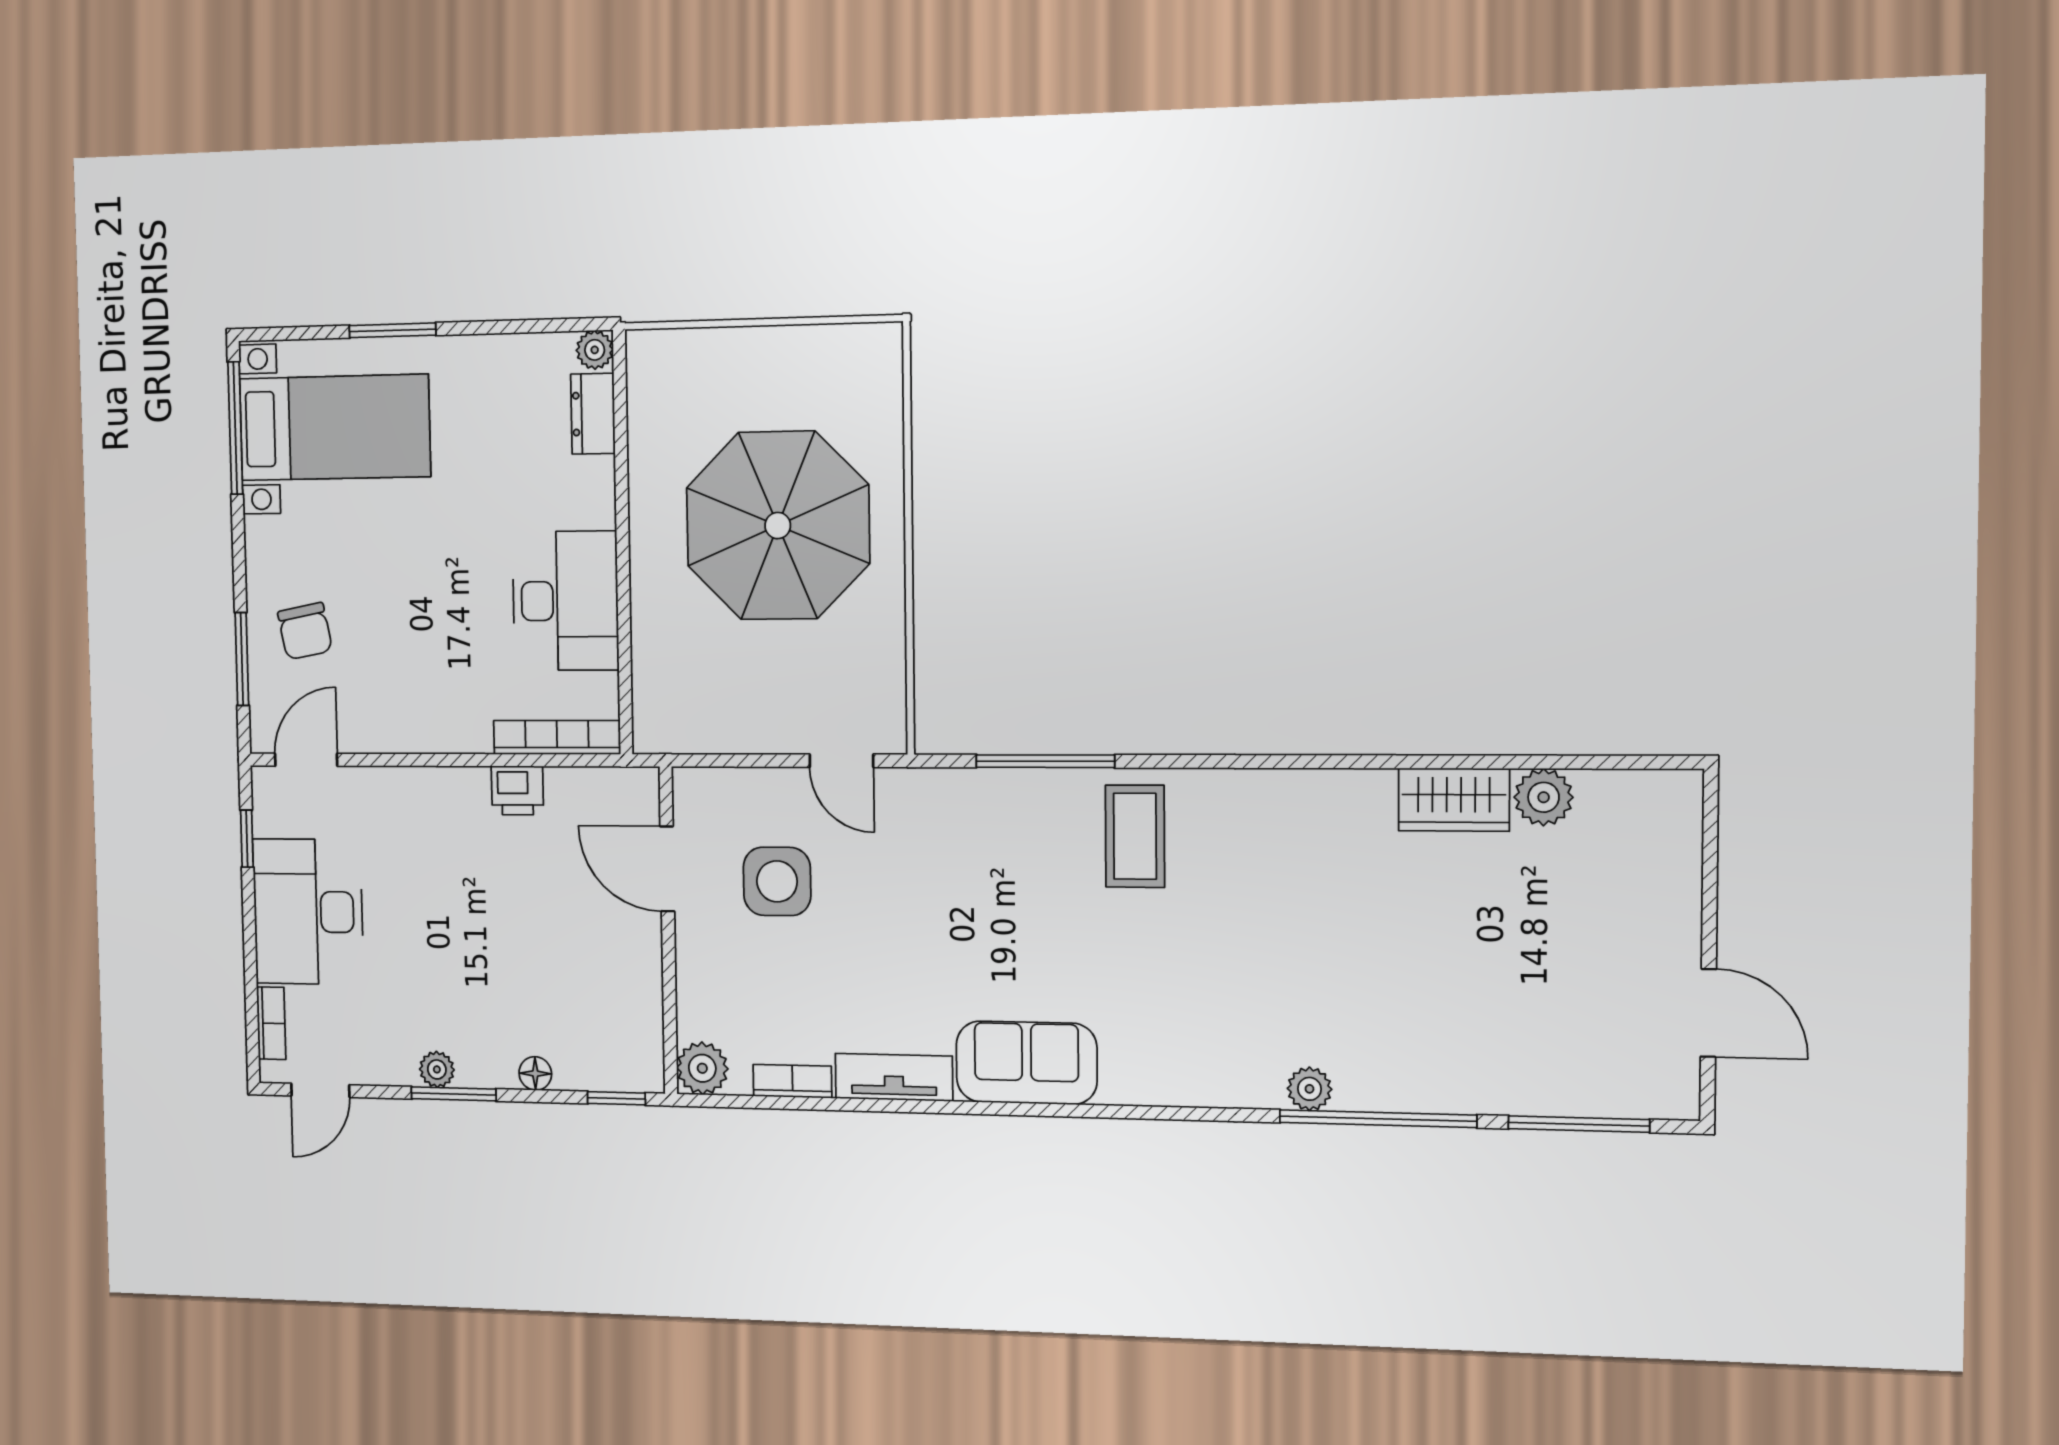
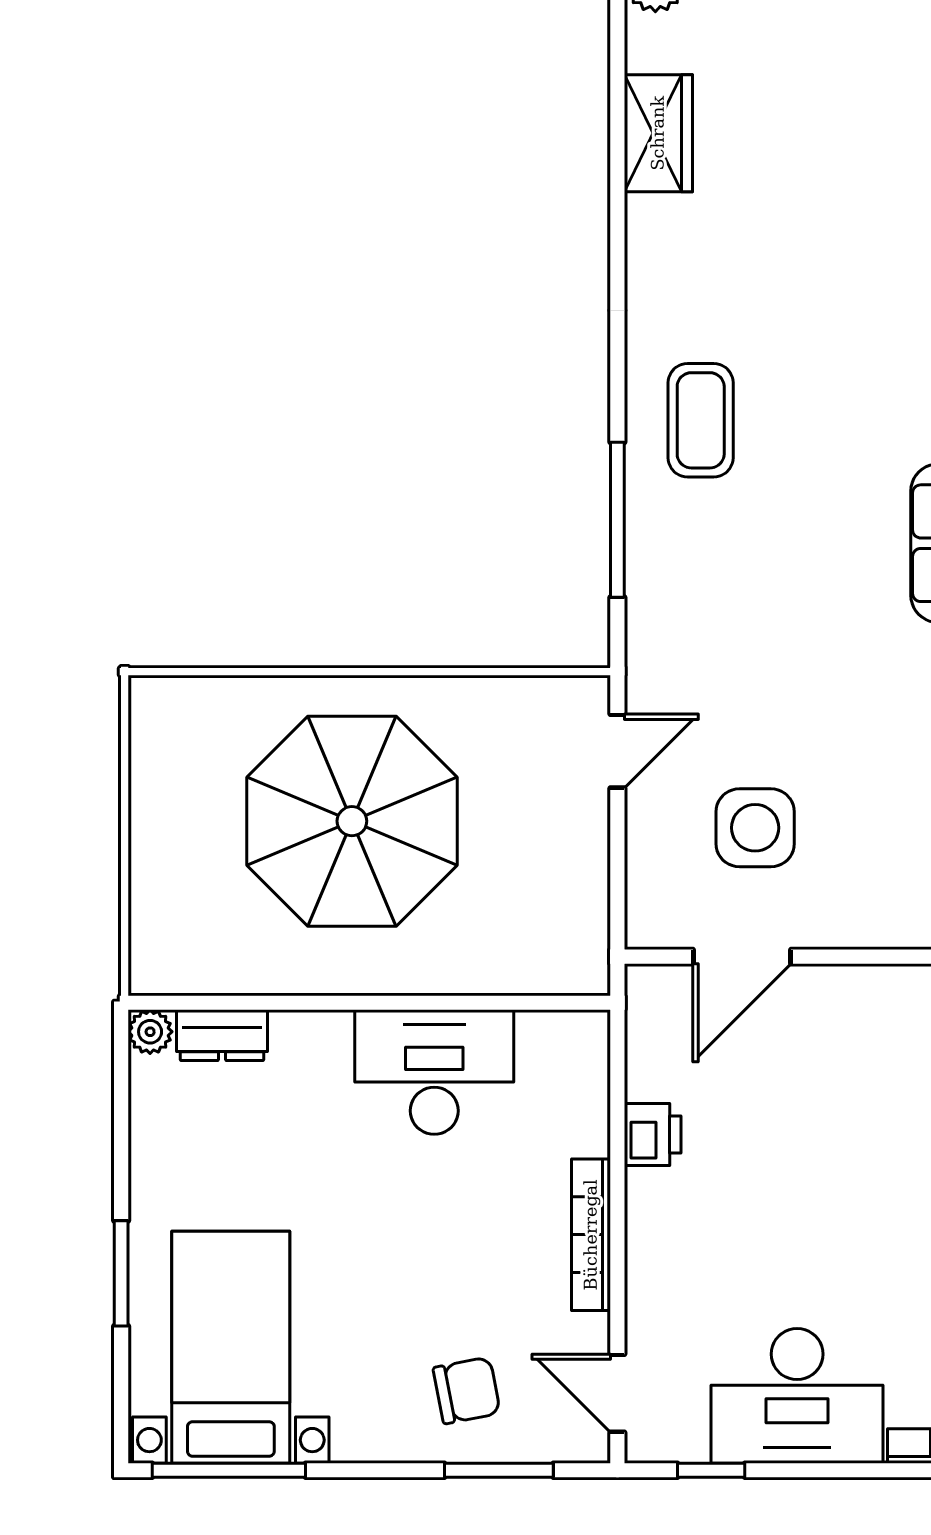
bookcase: (557, 737) -> (591, 1235), moved
wardrobe: (1454, 800) -> (658, 133), moved
coffee table: (1135, 836) -> (701, 420), turned 90

